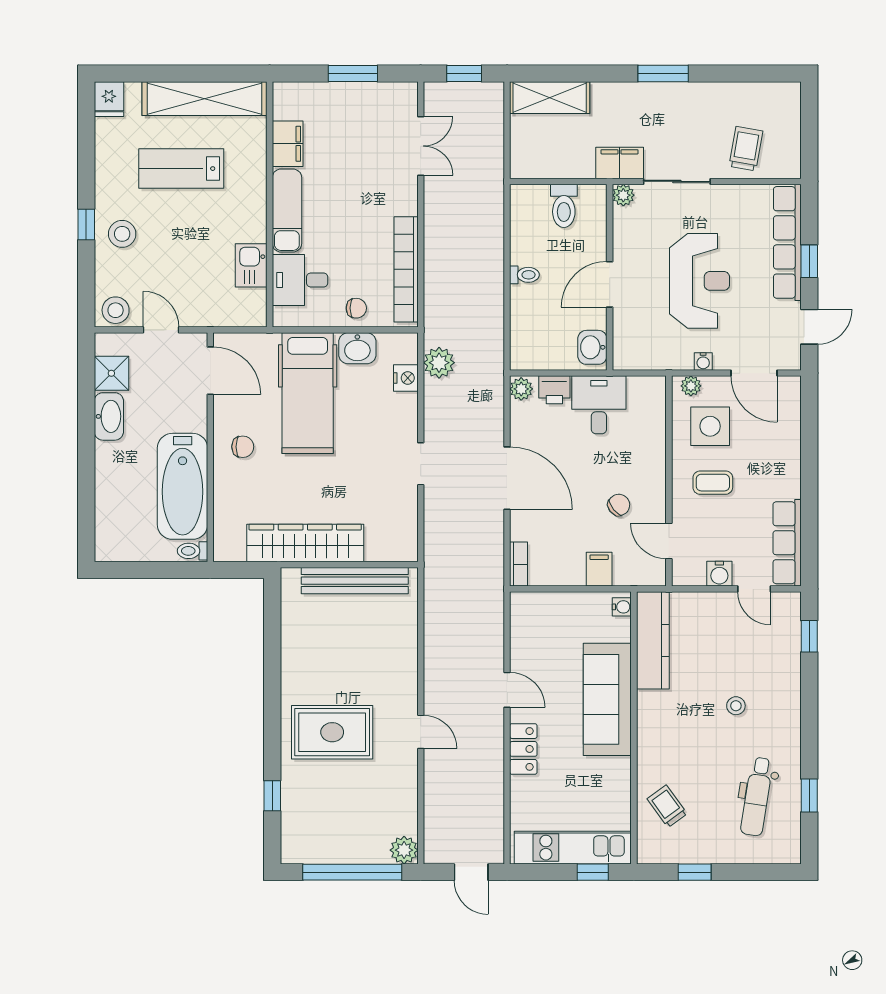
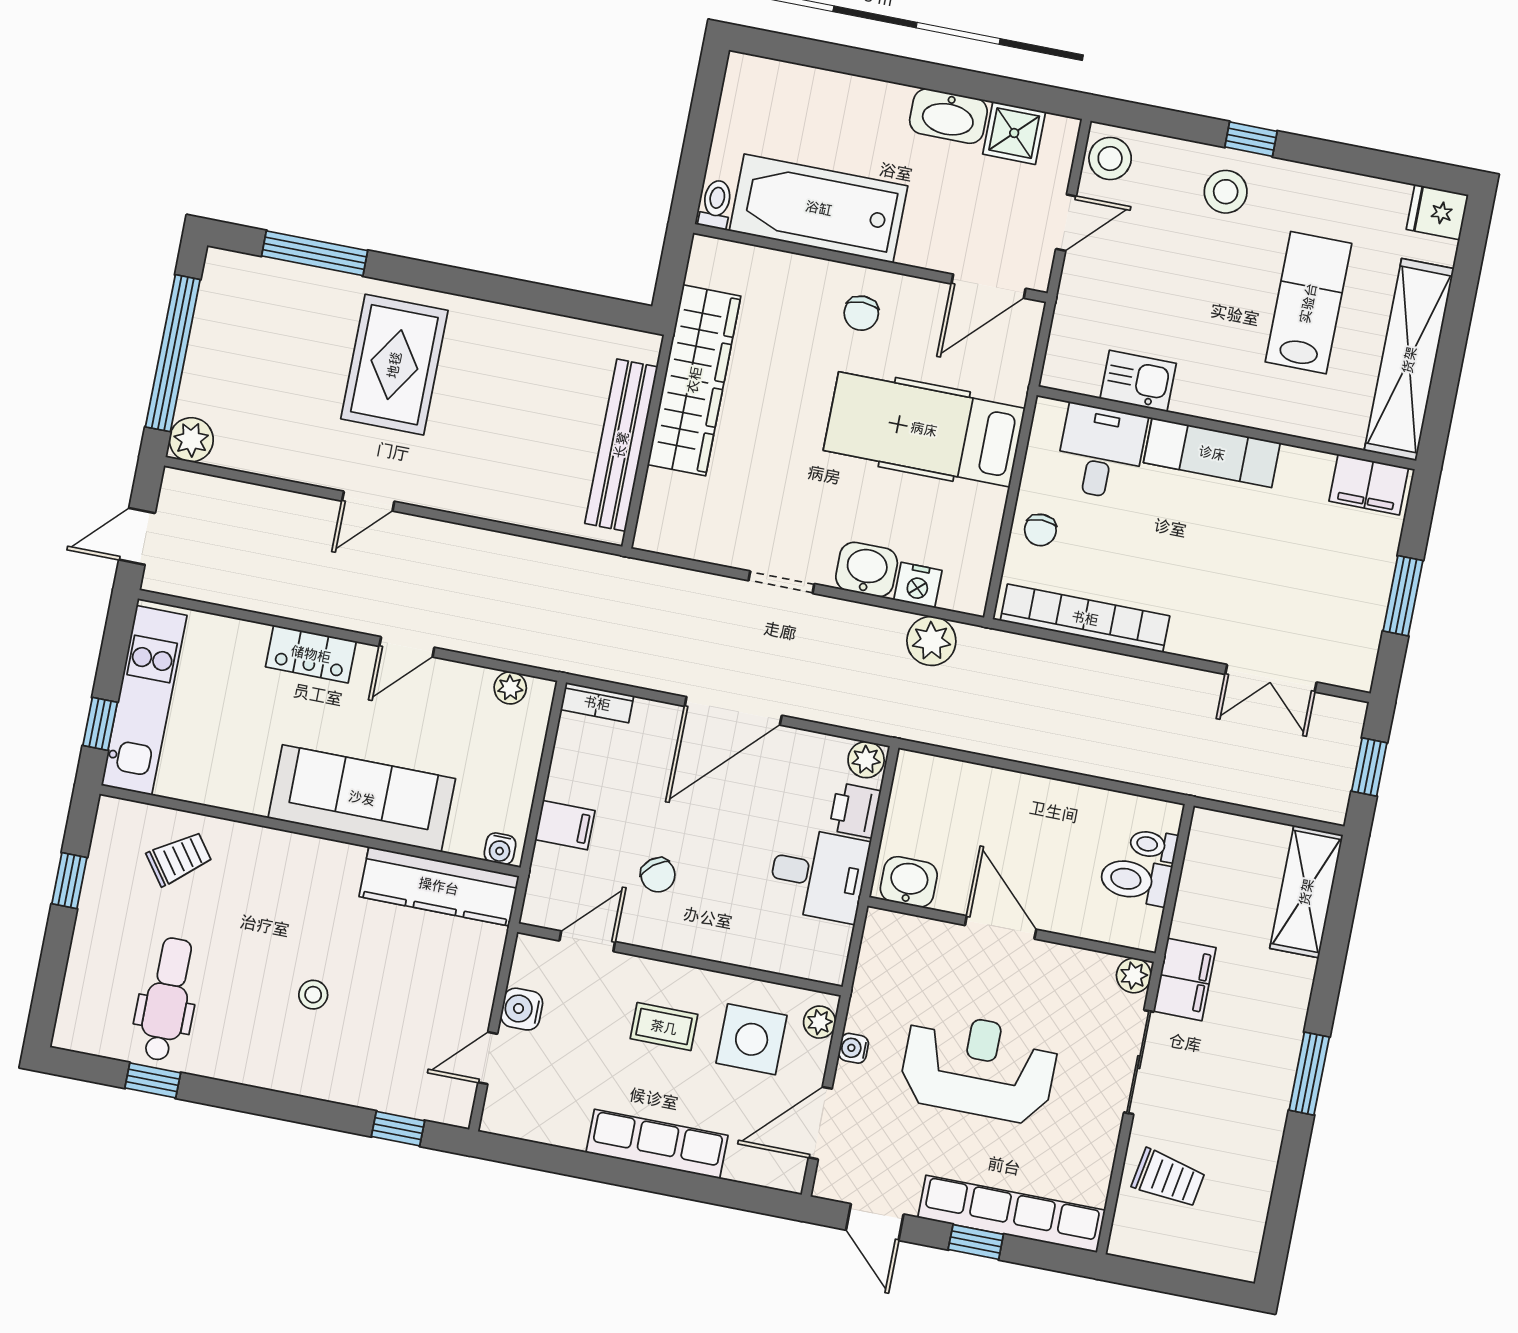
filing cabinet: (288, 144) -> (1369, 485), moved
toilet: (524, 275) -> (1153, 845), moved, turned 90
reception desk: (700, 281) -> (979, 1067), turned 180
washbasin: (357, 348) -> (867, 569), moved, turned 90
coffee table: (713, 483) -> (664, 1027), turned 90
row of seats: (787, 543) -> (657, 1144), moved
plant: (520, 620) -> (510, 688), added
window: (272, 796) -> (315, 253), width x2.17
dental chair: (757, 797) -> (167, 999), turned 81

